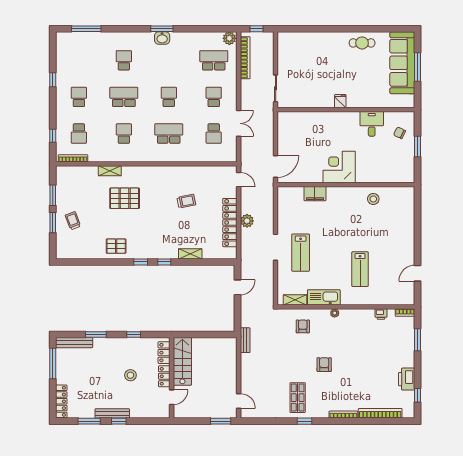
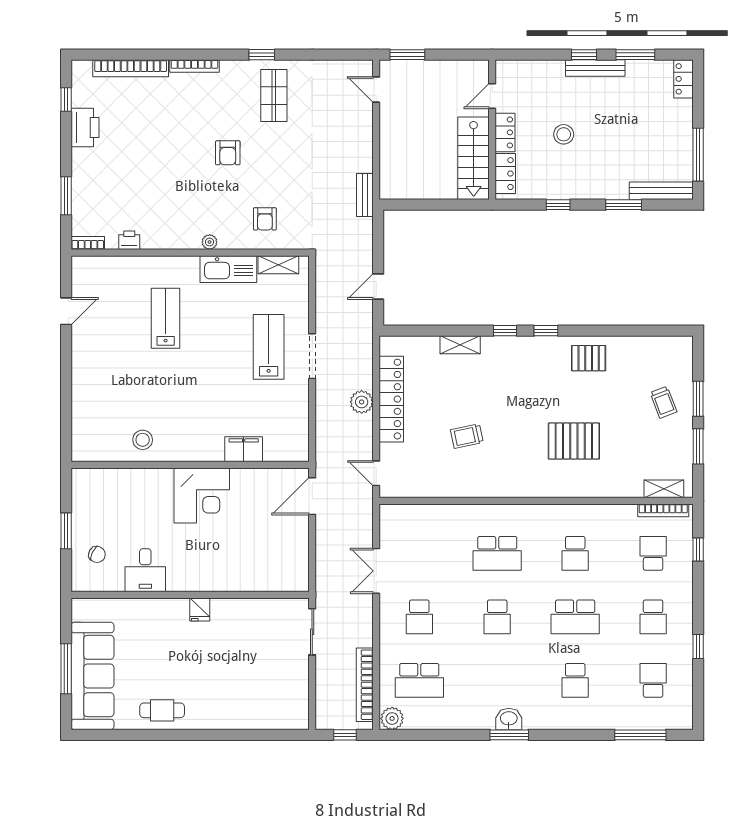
school desk: (214, 134) -> (653, 680), moved
shelving: (110, 171) -> (664, 489), moved
locker: (61, 401) -> (684, 79), width x0.66

